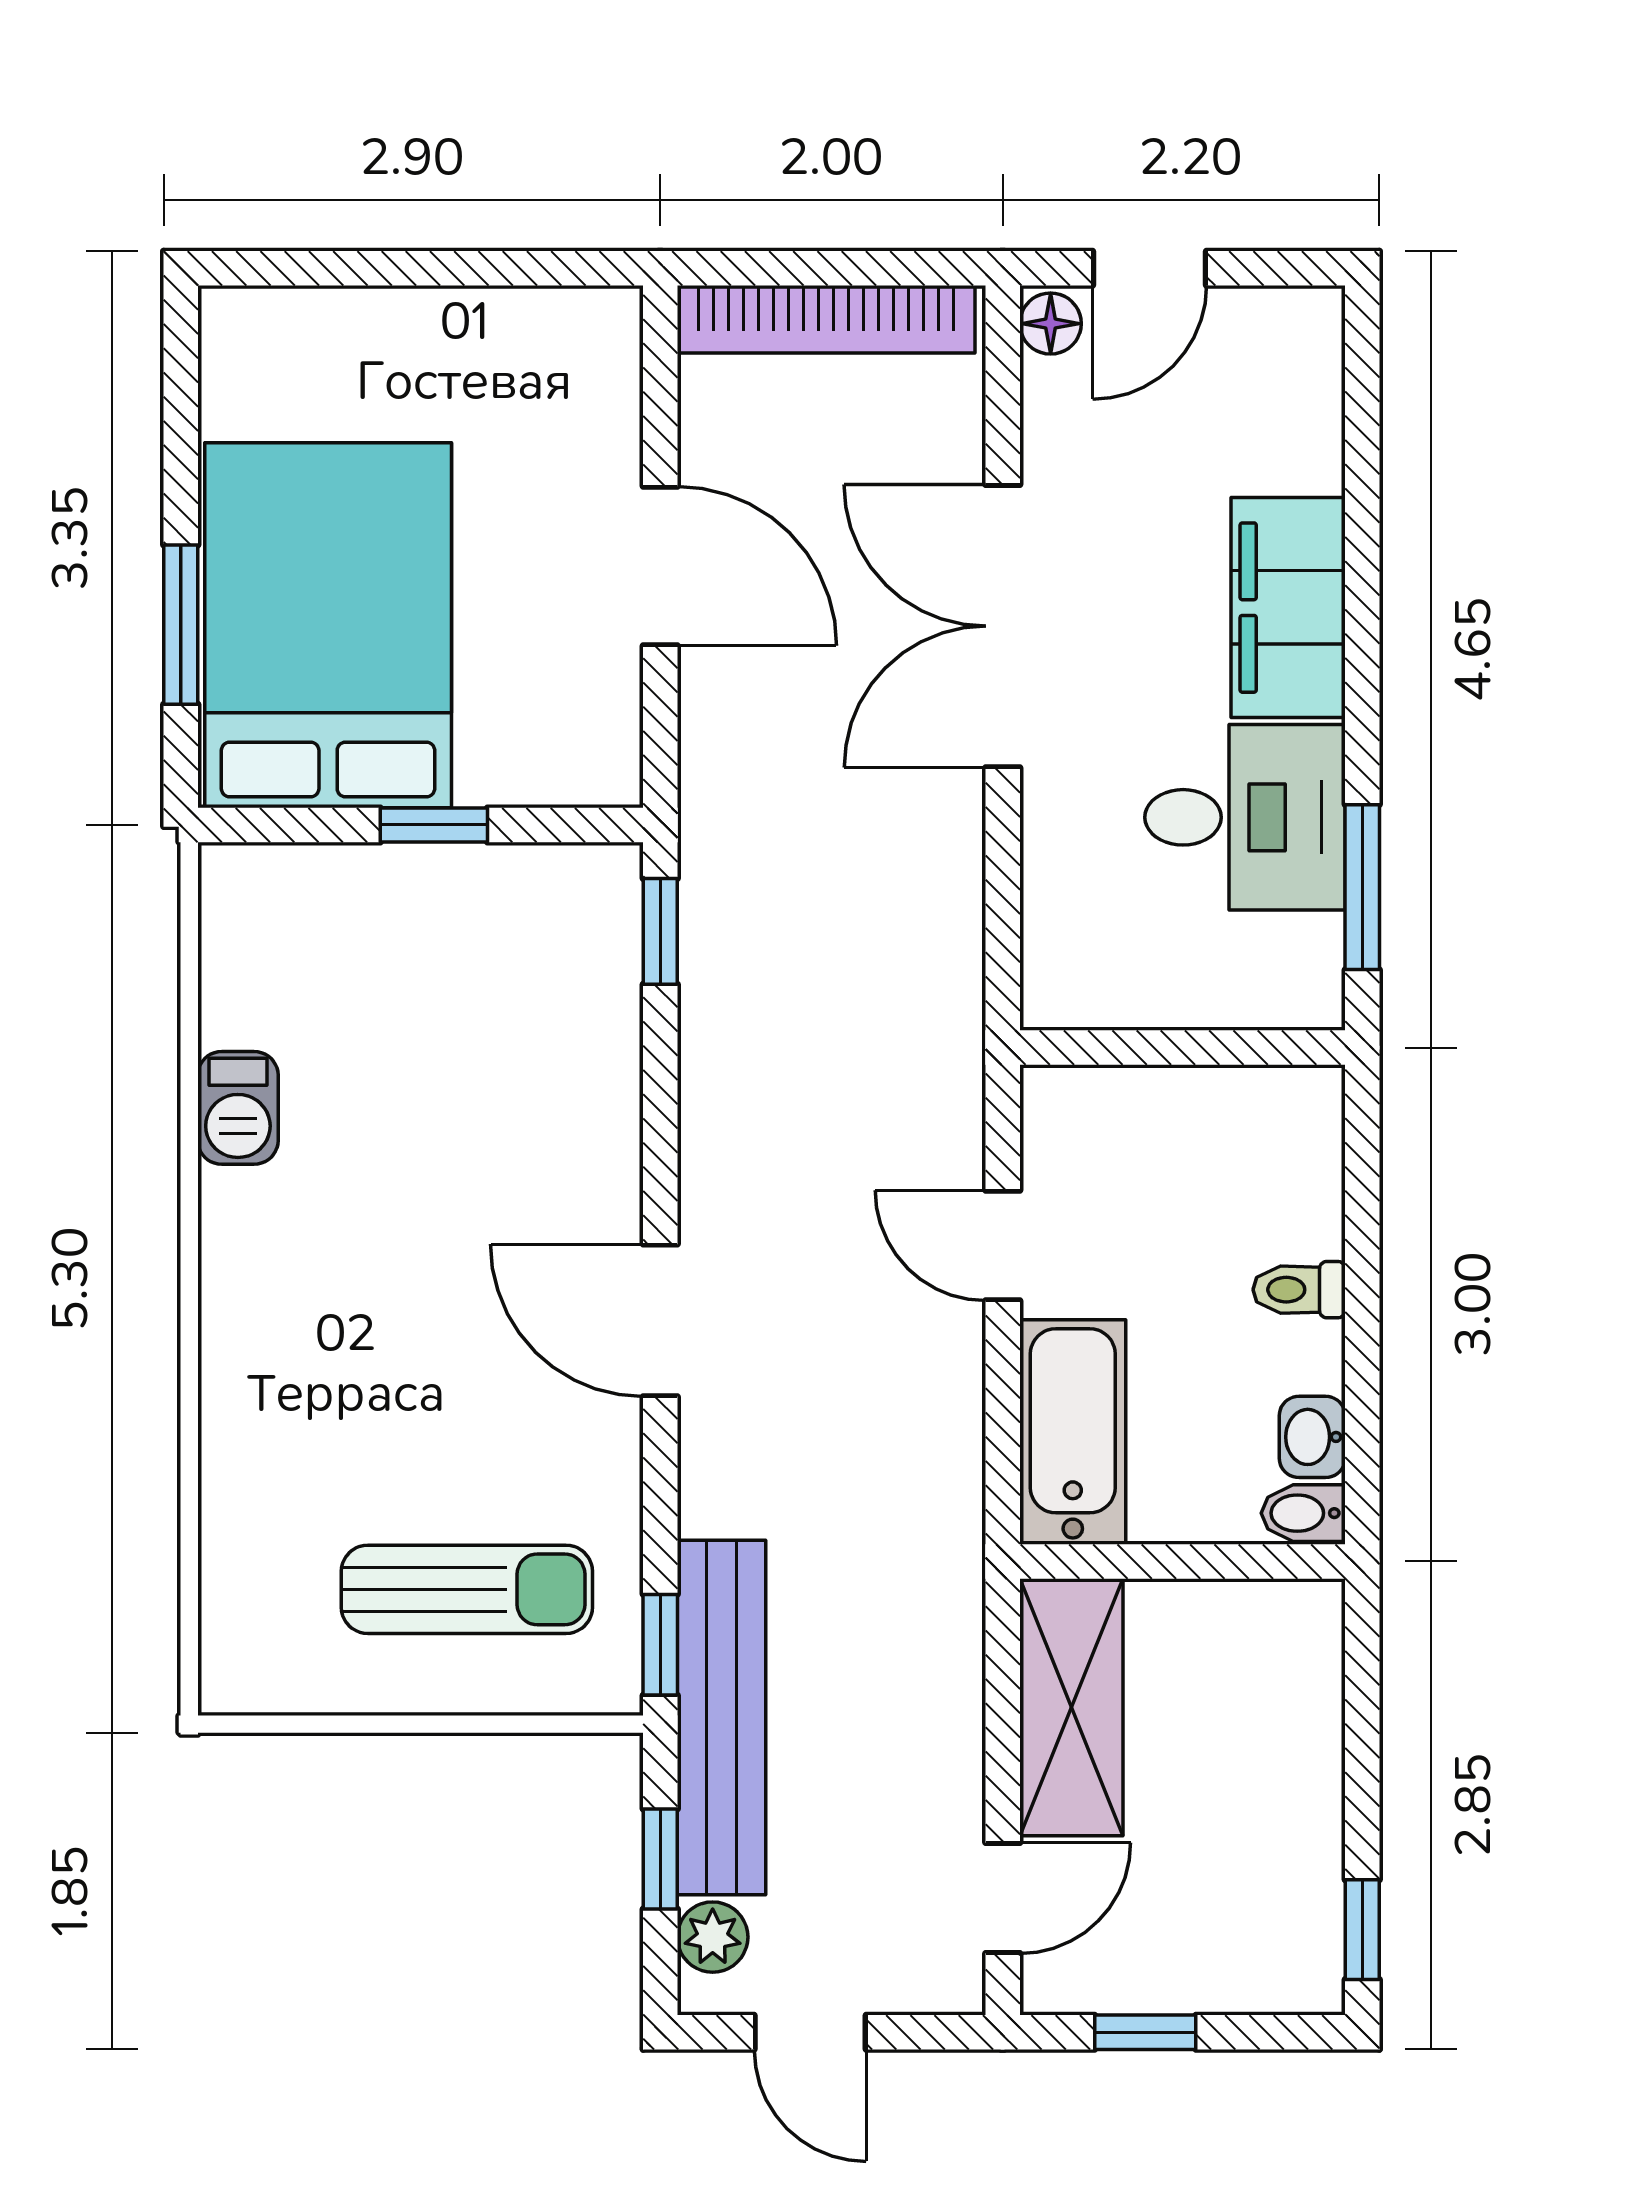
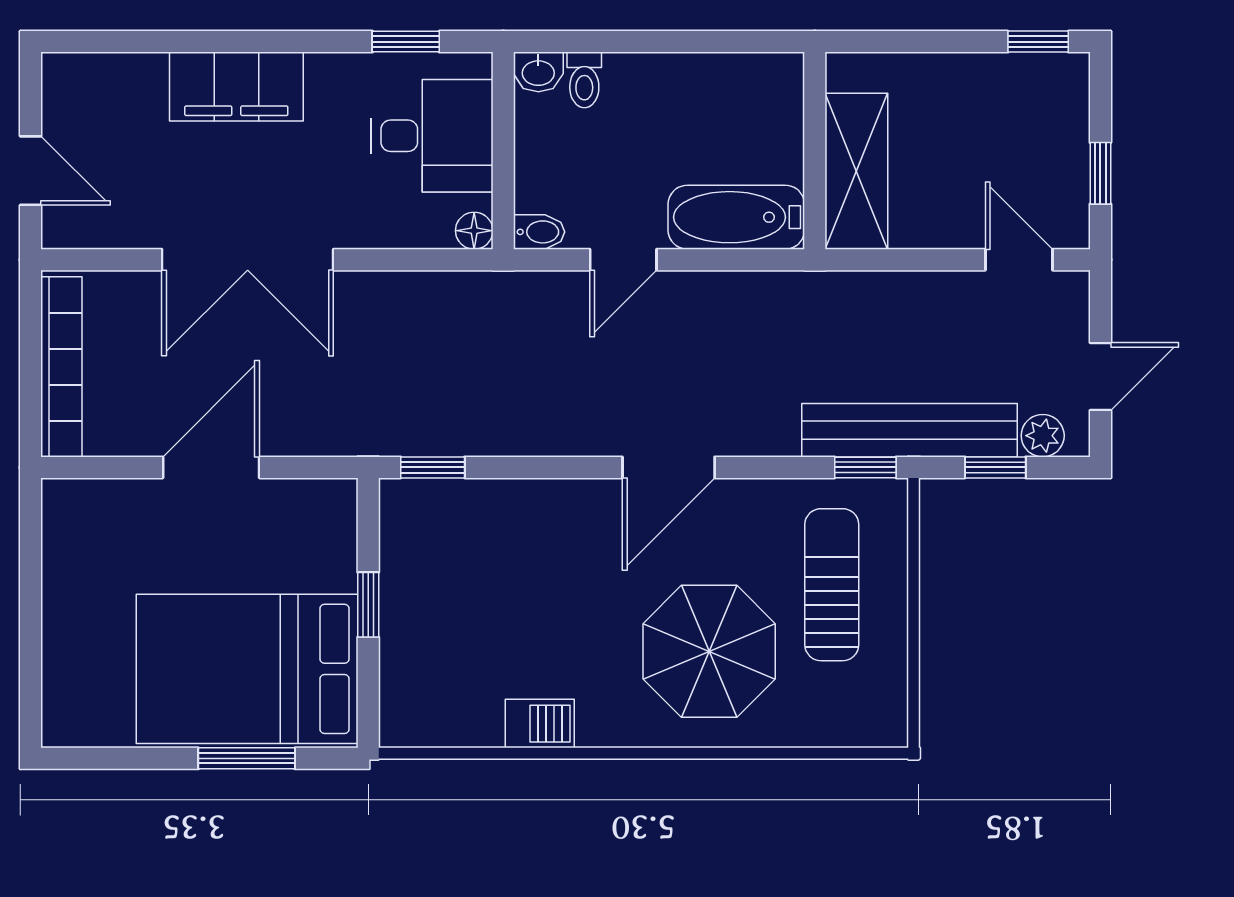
floor lamp: (1051, 324) -> (474, 231), moved
desk: (1245, 817) -> (432, 136), moved, turned 90
window: (1362, 887) -> (406, 42), width x0.67
toilet: (1299, 1290) -> (584, 80), moved
parasol: (357, 1387) -> (709, 651), added
washbasin: (1312, 1437) -> (538, 72), moved
bidet: (1303, 1513) -> (539, 232), moved, turned -90
shelving: (1071, 1707) -> (856, 171), moved, turned 90

